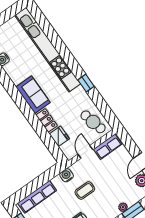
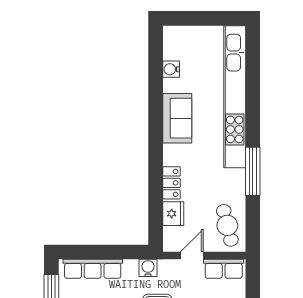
window: (86, 83) -> (253, 171), width x2.17
sofa: (33, 95) -> (177, 118), moved

